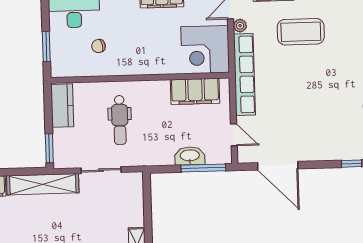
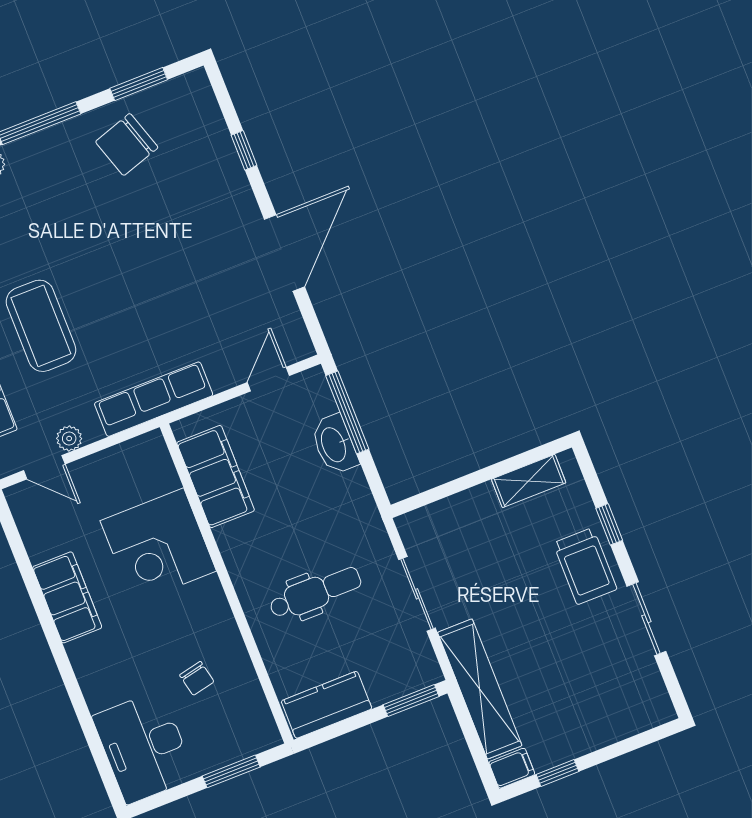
corner desk: (205, 50) -> (158, 546), moved, turned 90
row of seats: (244, 74) -> (154, 399), width x0.73
door: (278, 166) -> (285, 253), moved

